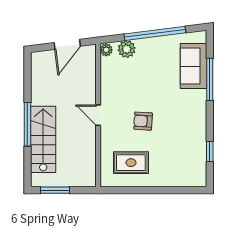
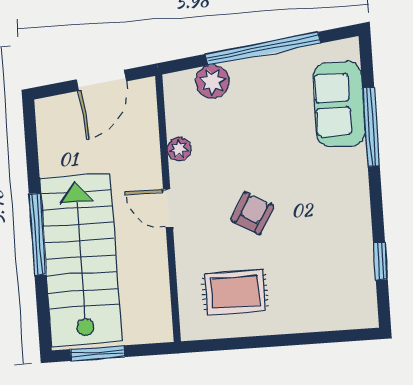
plant: (106, 50) -> (179, 149), moved
armchair: (143, 121) -> (252, 213), turned 117
stairs: (43, 139) -> (81, 259), width x1.36, depth x1.51

